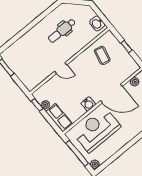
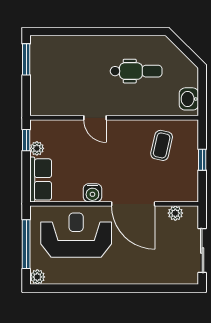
dental chair: (62, 31) -> (136, 71), turned 180

